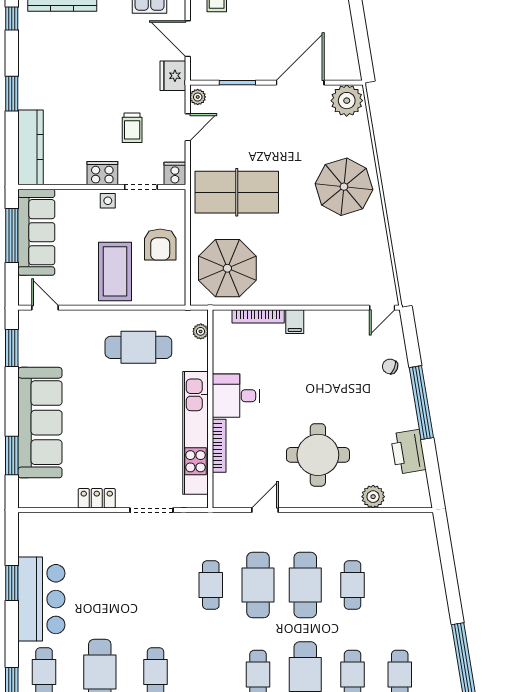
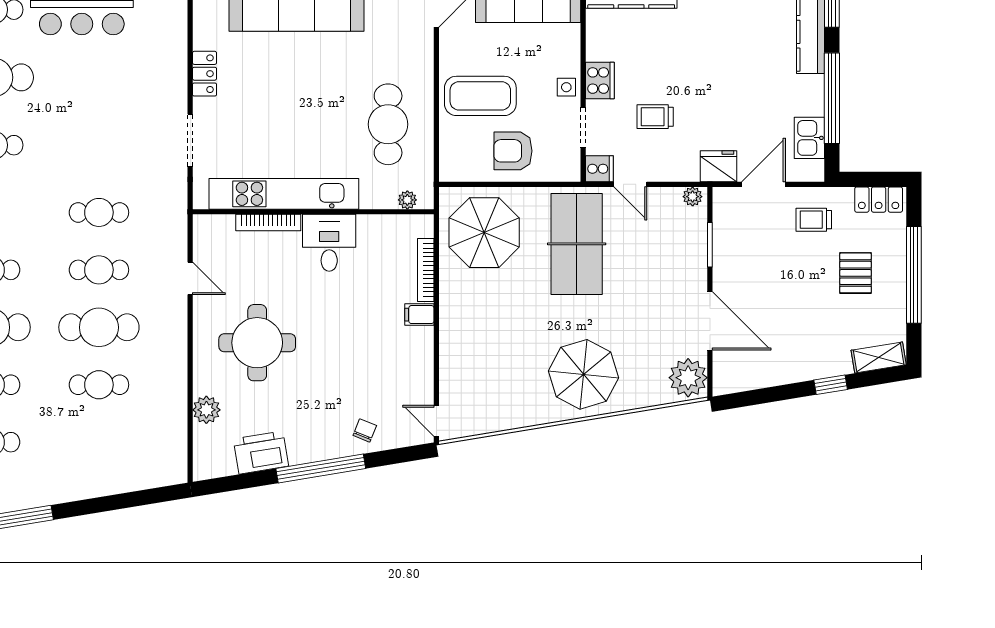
door: (188, 127) -> (630, 184), moved
cafe table: (258, 585) -> (99, 270), width x0.73, depth x0.74

